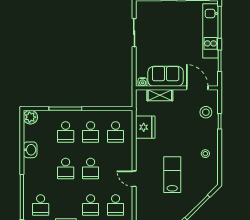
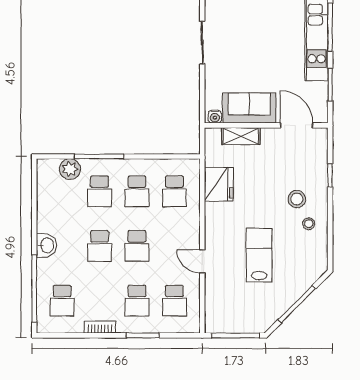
stool: (206, 112) -> (297, 199), moved
plant: (30, 117) -> (70, 169), moved
washbasin: (30, 150) -> (47, 245), moved

